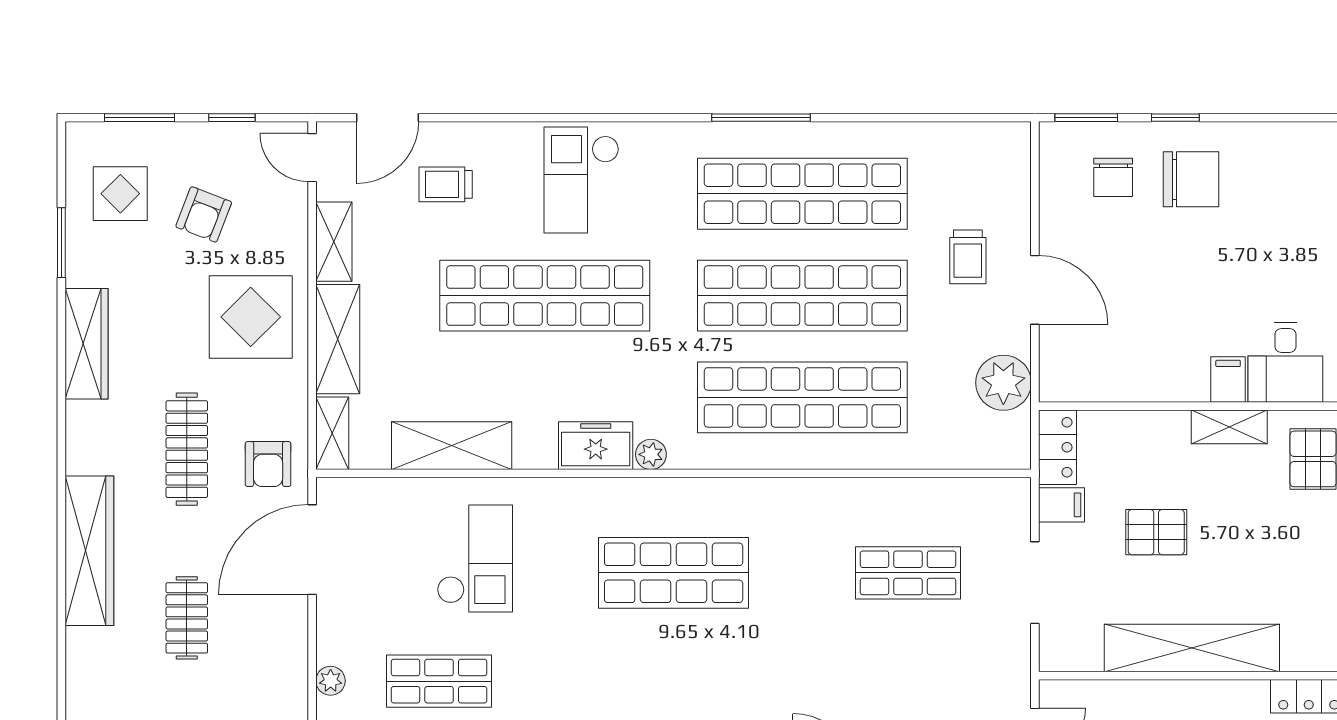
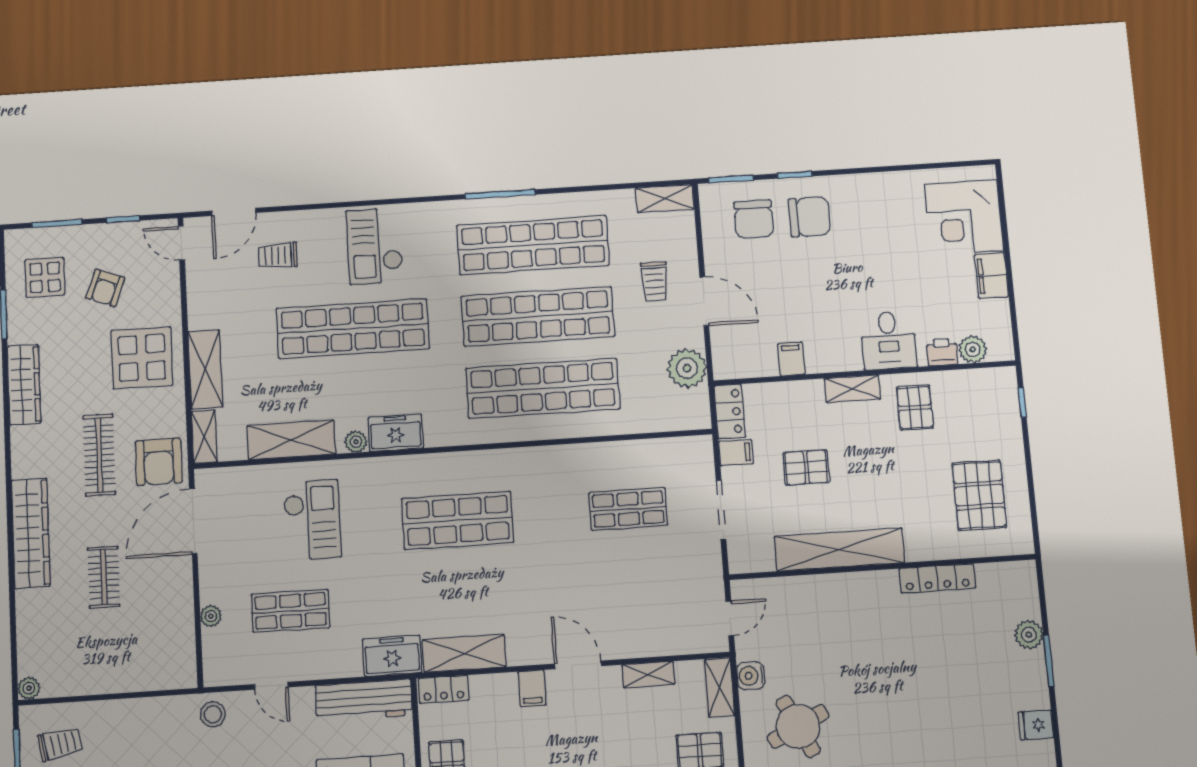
chair: (1113, 177) -> (754, 219), width x1.37, depth x1.37
shelving: (334, 242) -> (665, 198), moved, turned 90
filing cabinet: (1228, 379) -> (791, 359), moved
plant: (651, 454) -> (356, 442), moved
armchair: (268, 464) -> (159, 462), width x1.38, depth x1.38

